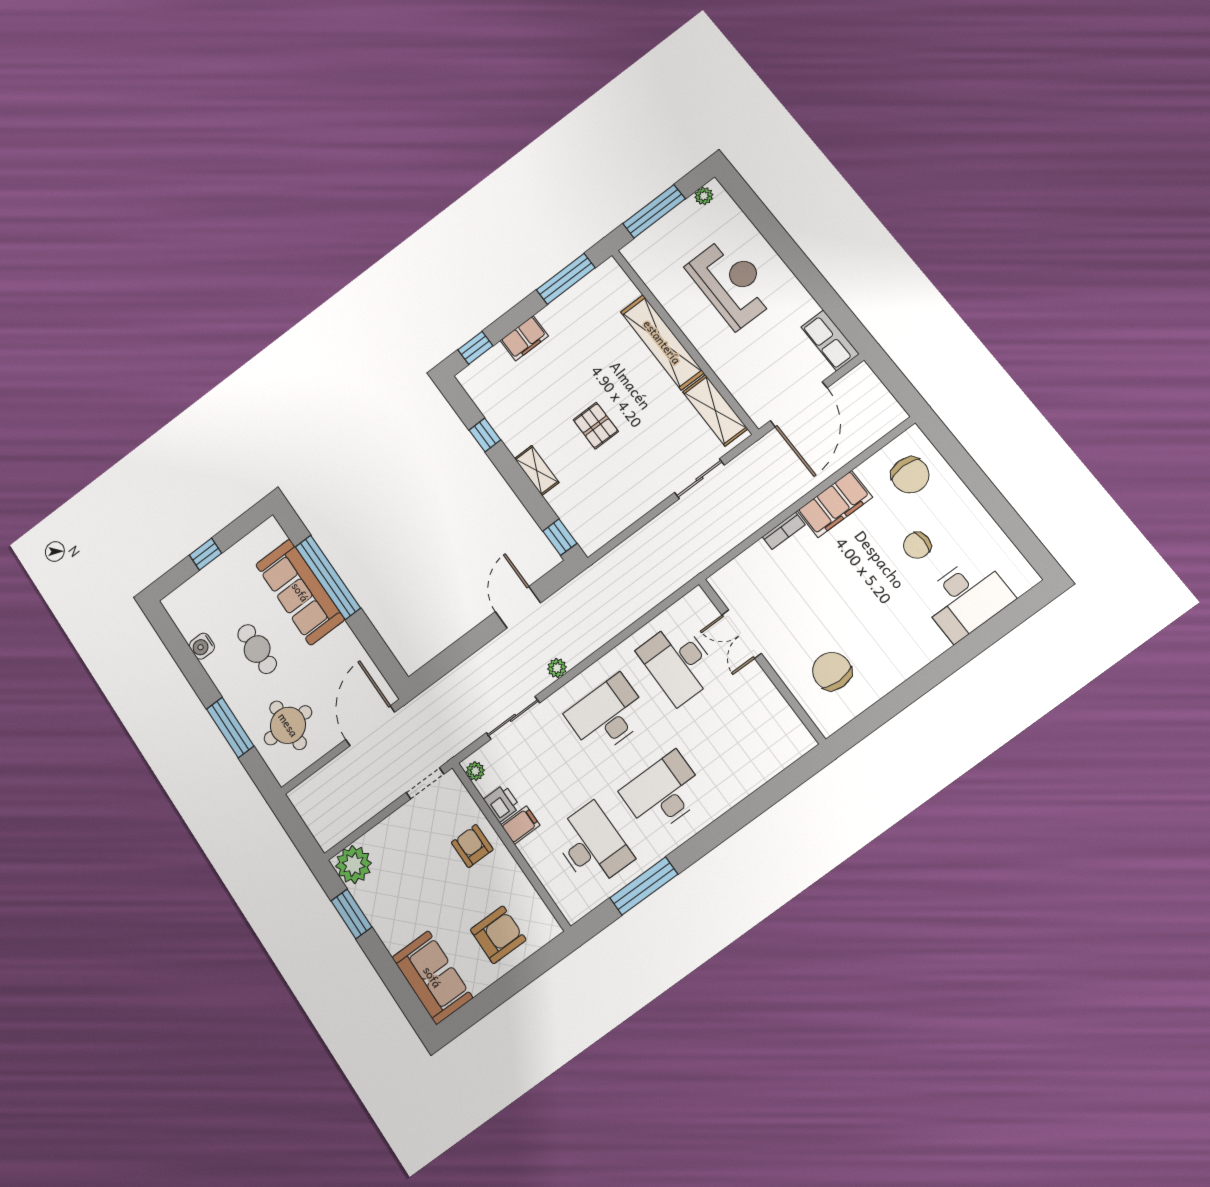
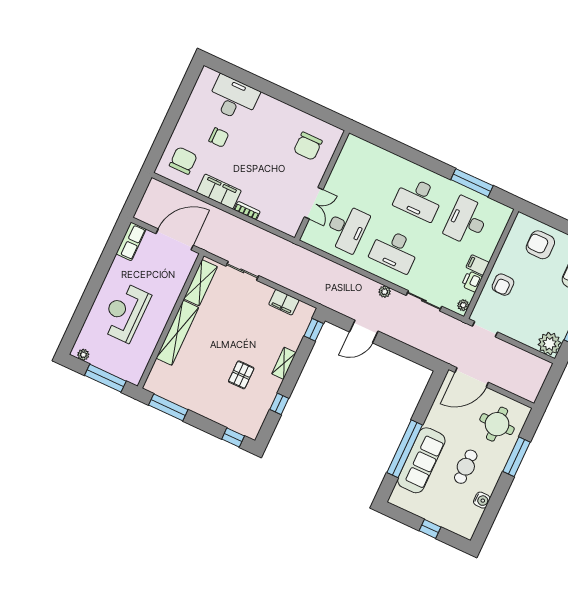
filing cabinet: (524, 338) -> (284, 302), moved, turned 180
pallet: (596, 426) -> (241, 375), moved

